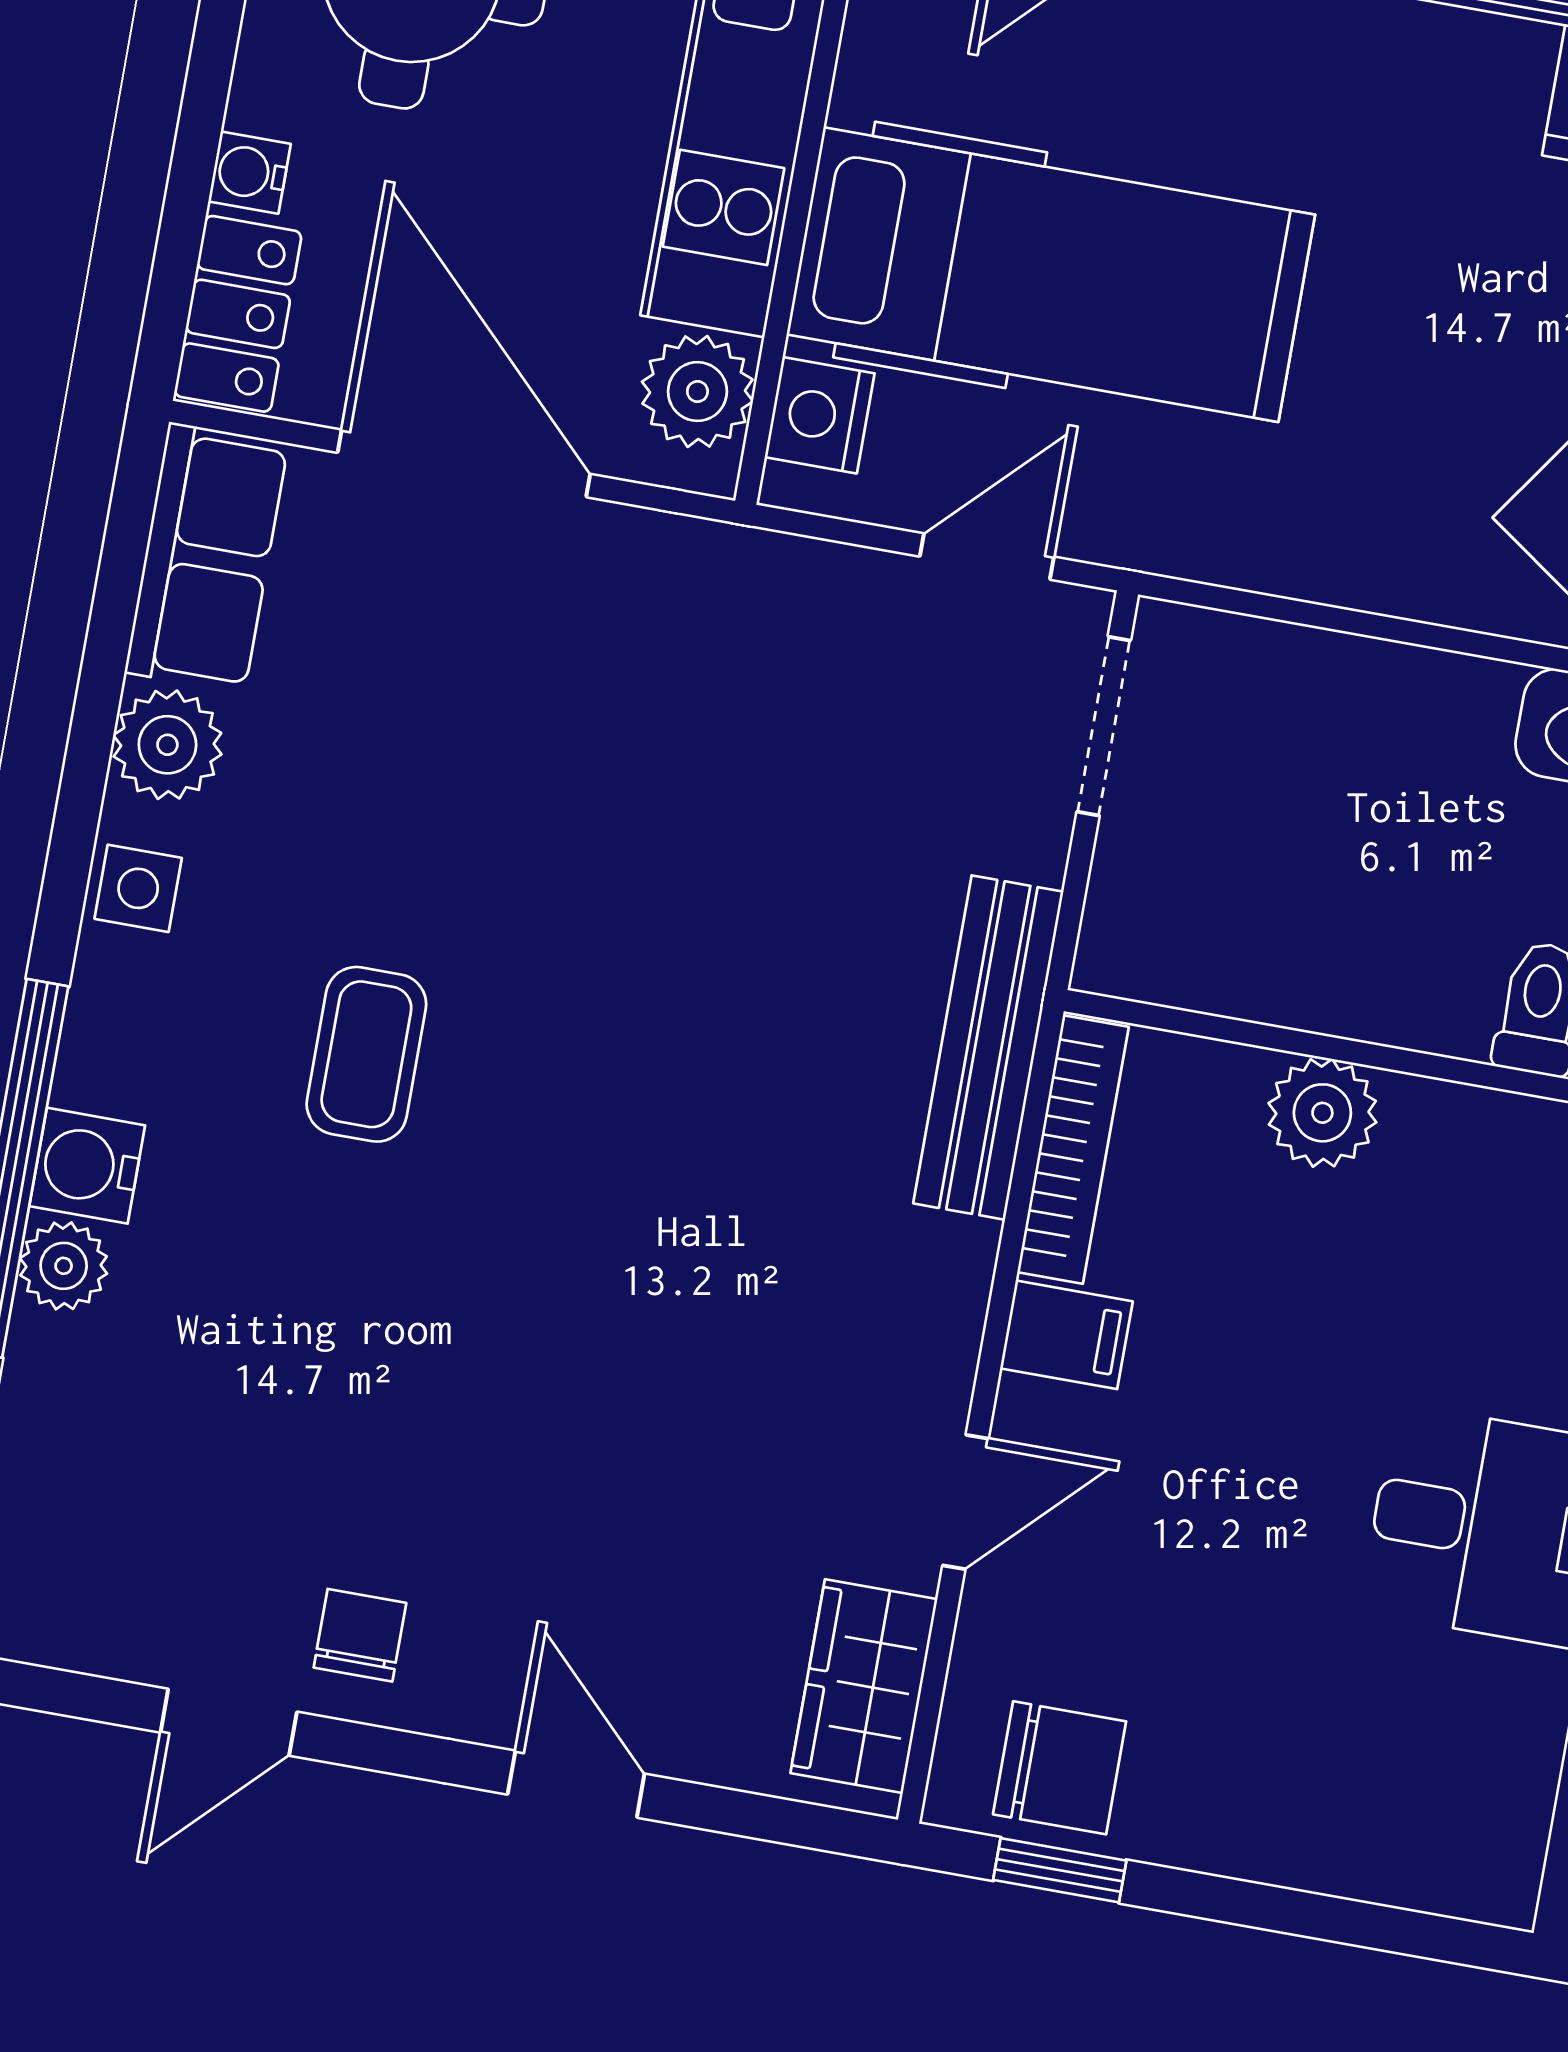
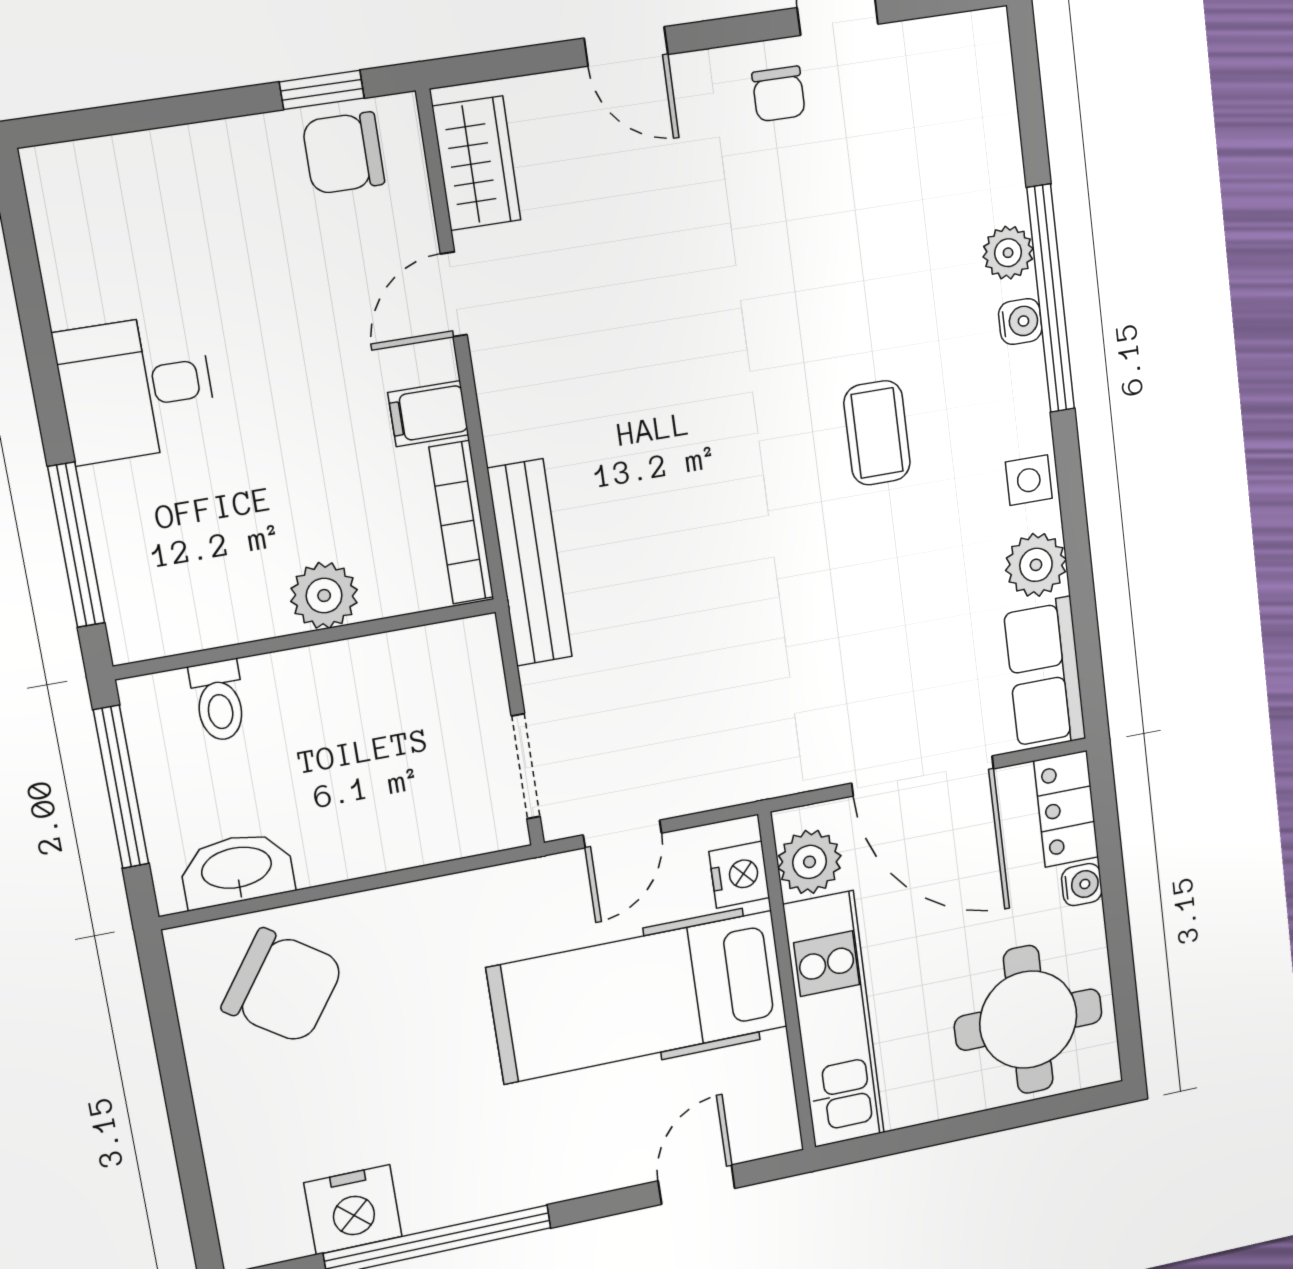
water cooler: (87, 1166) -> (1020, 322), width x0.72, depth x0.72

